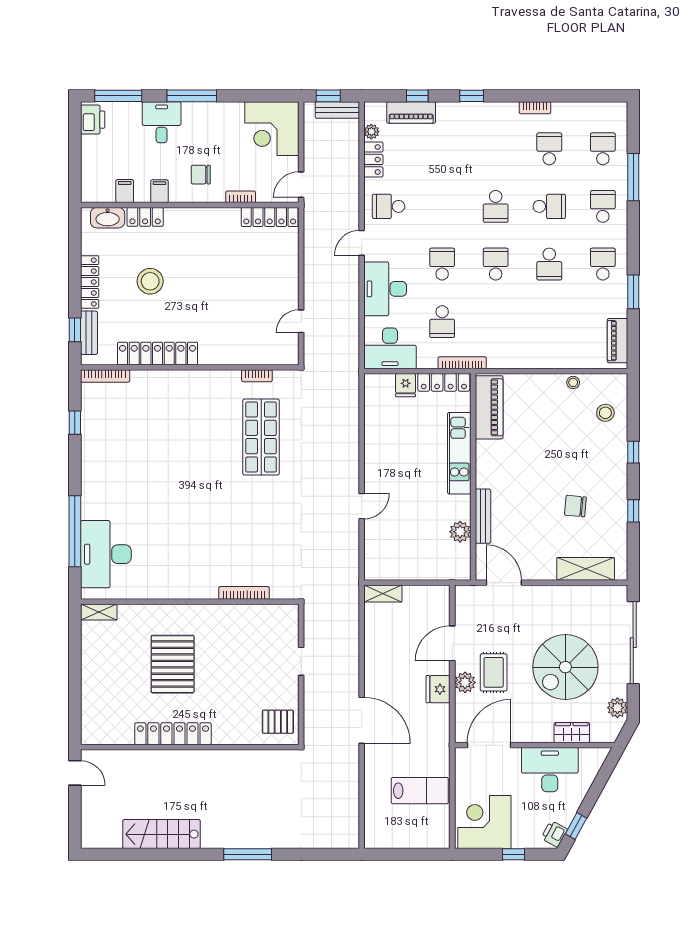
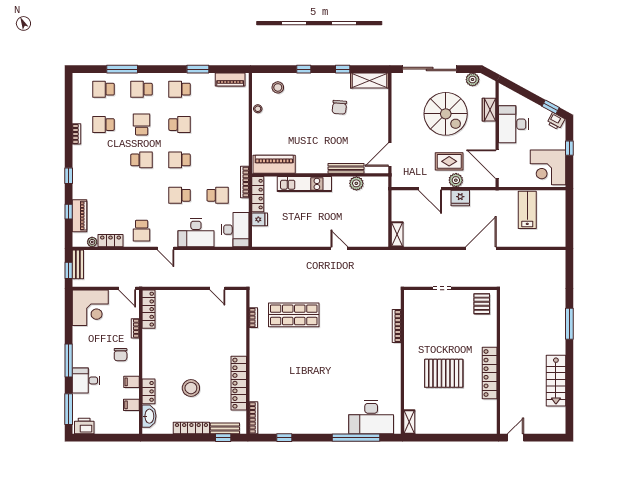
shelving: (586, 569) -> (370, 80), moved, turned 90

